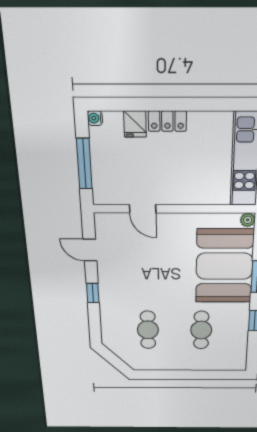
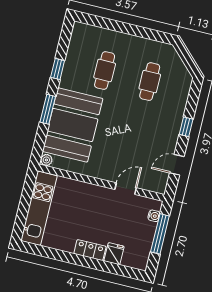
water cooler: (95, 118) -> (154, 216), moved
door: (143, 209) -> (126, 189), hinge flipped
door: (90, 250) -> (177, 165), swing flipped

